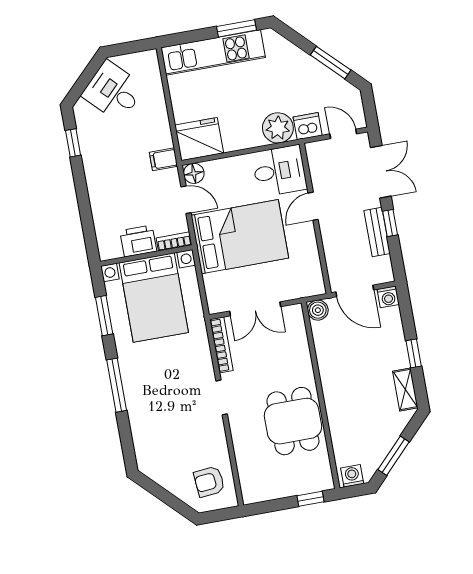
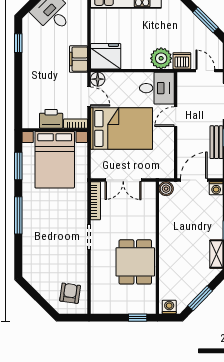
filing cabinet: (164, 159) -> (79, 59), width x2.00
door: (355, 291) -> (194, 180), swing flipped
armchair: (209, 482) -> (70, 293), turned 103

